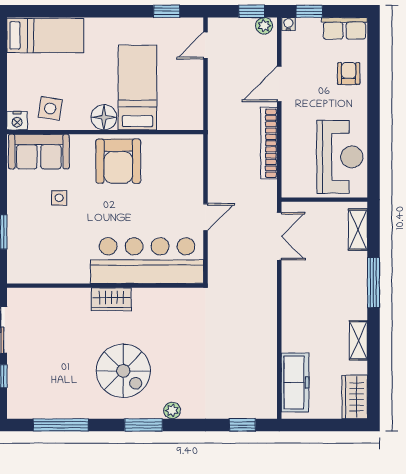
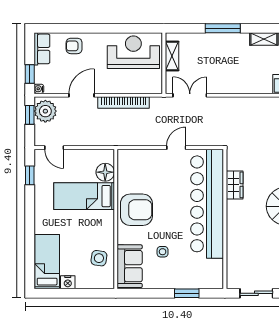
plant: (264, 26) -> (45, 111), width x1.88, depth x1.88
door: (279, 84) -> (82, 95), swing flipped
floor lamp: (104, 117) -> (105, 172), moved
nightstand: (17, 121) -> (68, 282), moved, turned 90
door: (206, 217) -> (176, 148), hinge flipped
shelving: (358, 230) -> (172, 56), moved, turned 90
bar counter: (147, 261) -> (207, 204), width x1.36
wardrobe: (111, 299) -> (235, 185), moved

